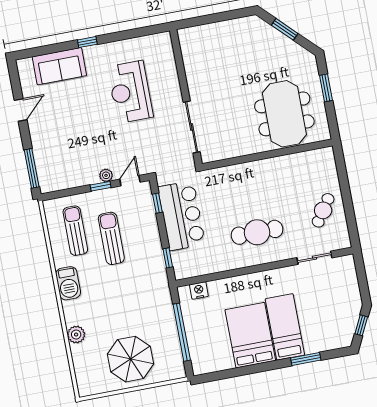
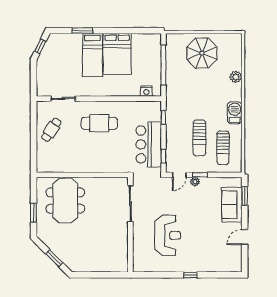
sofa: (59, 66) -> (232, 205), moved, turned -90
window: (32, 168) -> (245, 196), width x0.69

